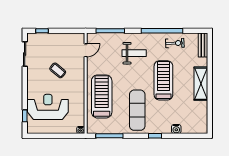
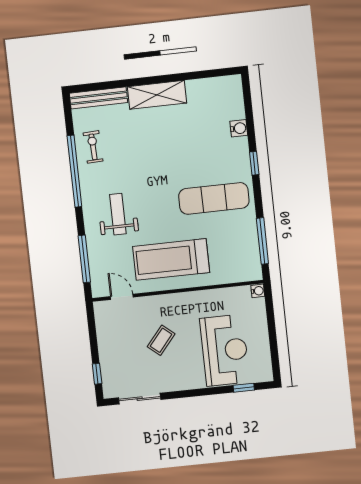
bench: (203, 45) -> (98, 98), width x1.36
treadmill: (163, 80) -> (158, 159), removed
treadmill: (102, 96) -> (171, 259), moved
reception desk: (48, 107) -> (225, 350), turned 180

